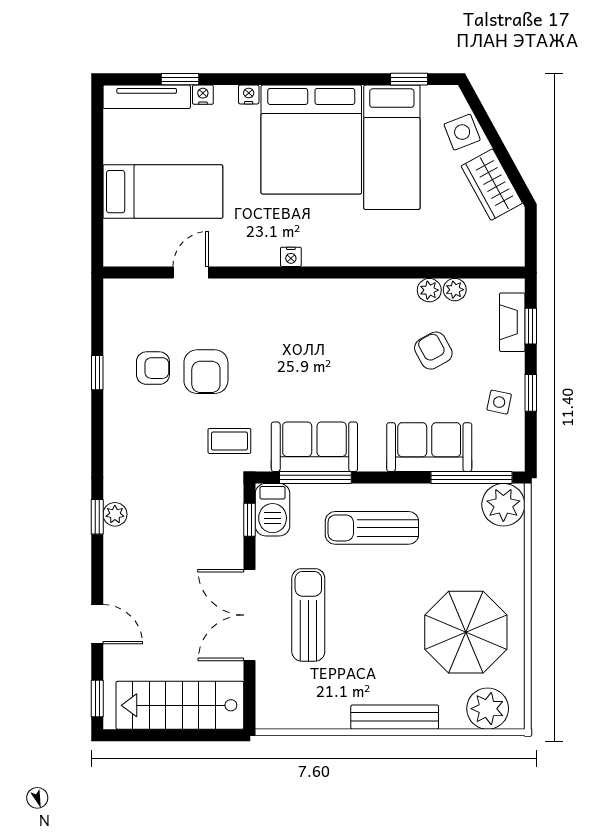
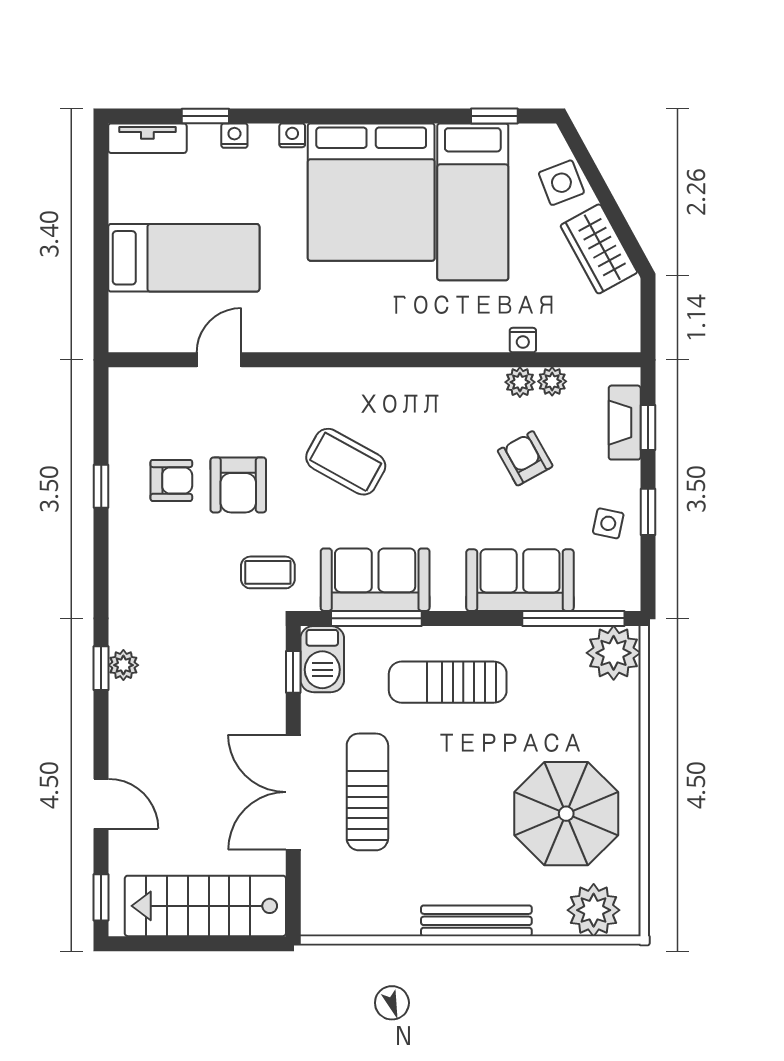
tv unit: (147, 97) -> (147, 138), width x0.71
nightstand: (291, 257) -> (523, 340), moved
coffee table: (291, 353) -> (346, 462), added

